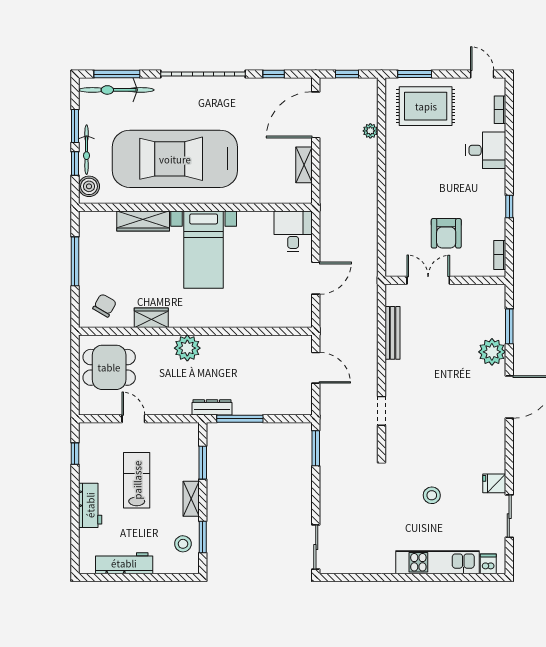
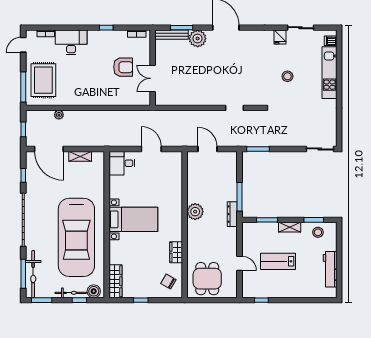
window: (415, 74) -> (23, 87), width x1.44
window: (75, 126) -> (42, 300), moved
desk: (486, 150) -> (71, 42), width x1.37
wardrobe: (143, 221) -> (115, 281), moved
window: (75, 261) -> (141, 300), width x0.46
bench: (393, 333) -> (171, 35), moved
plant: (187, 348) -> (195, 212), moved
door: (316, 368) -> (208, 149), hinge flipped
door: (133, 419) -> (240, 263), swing flipped
workbench: (90, 505) -> (294, 291), removed

